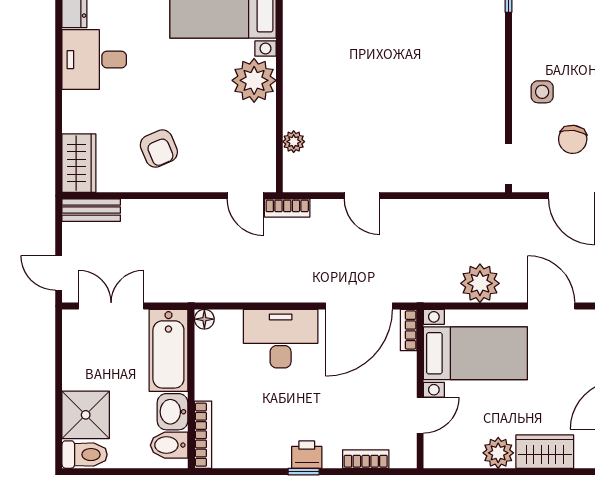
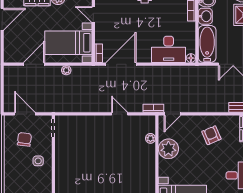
plant: (254, 80) -> (168, 149), moved
door: (245, 196) -> (172, 114), swing flipped
plant: (480, 283) -> (66, 70), width x0.53, depth x0.53
door: (551, 306) -> (34, 64), swing flipped
desk: (281, 339) -> (169, 49), moved
door: (420, 415) -> (93, 15), hinge flipped

